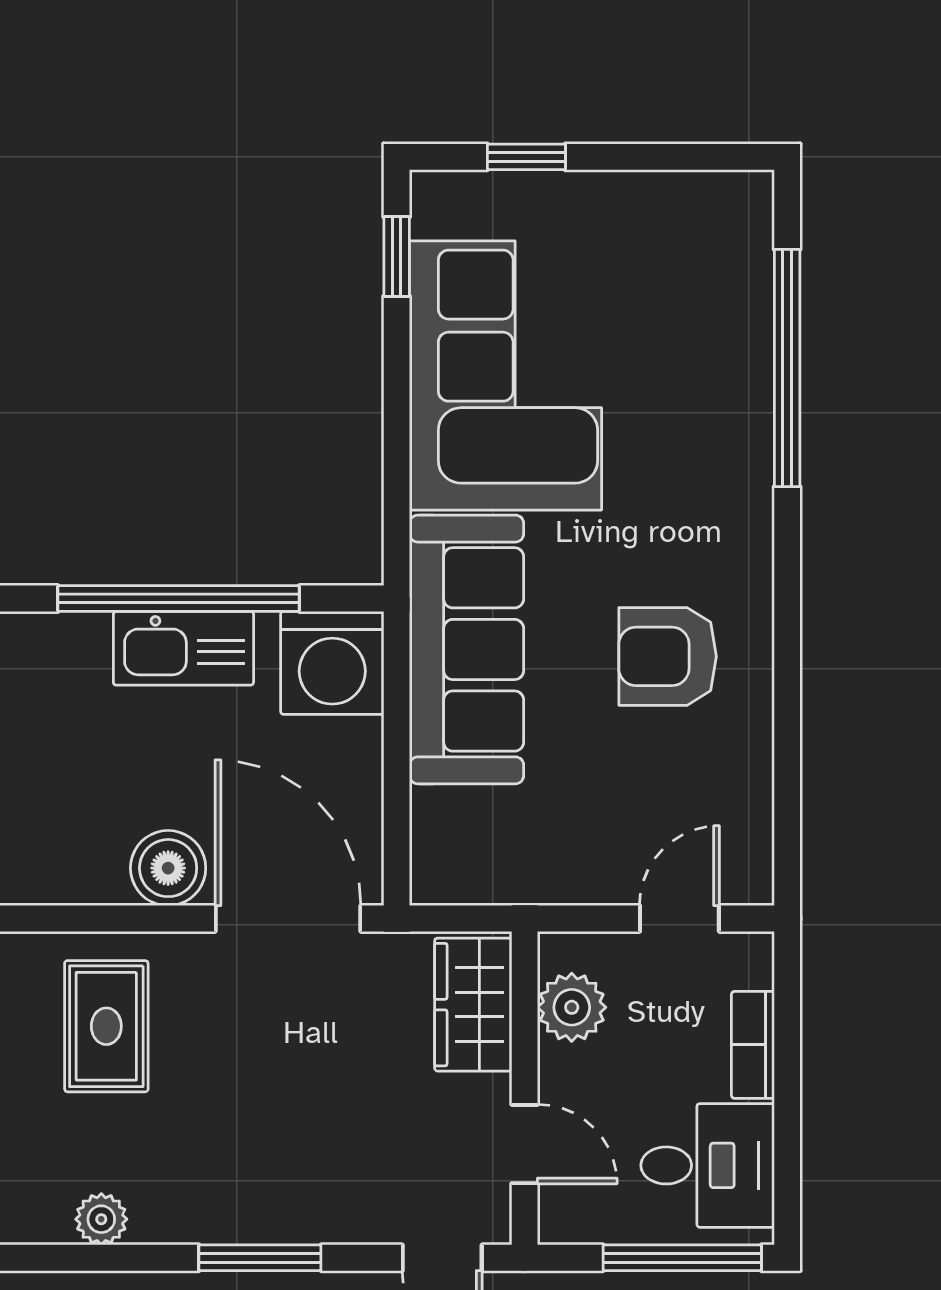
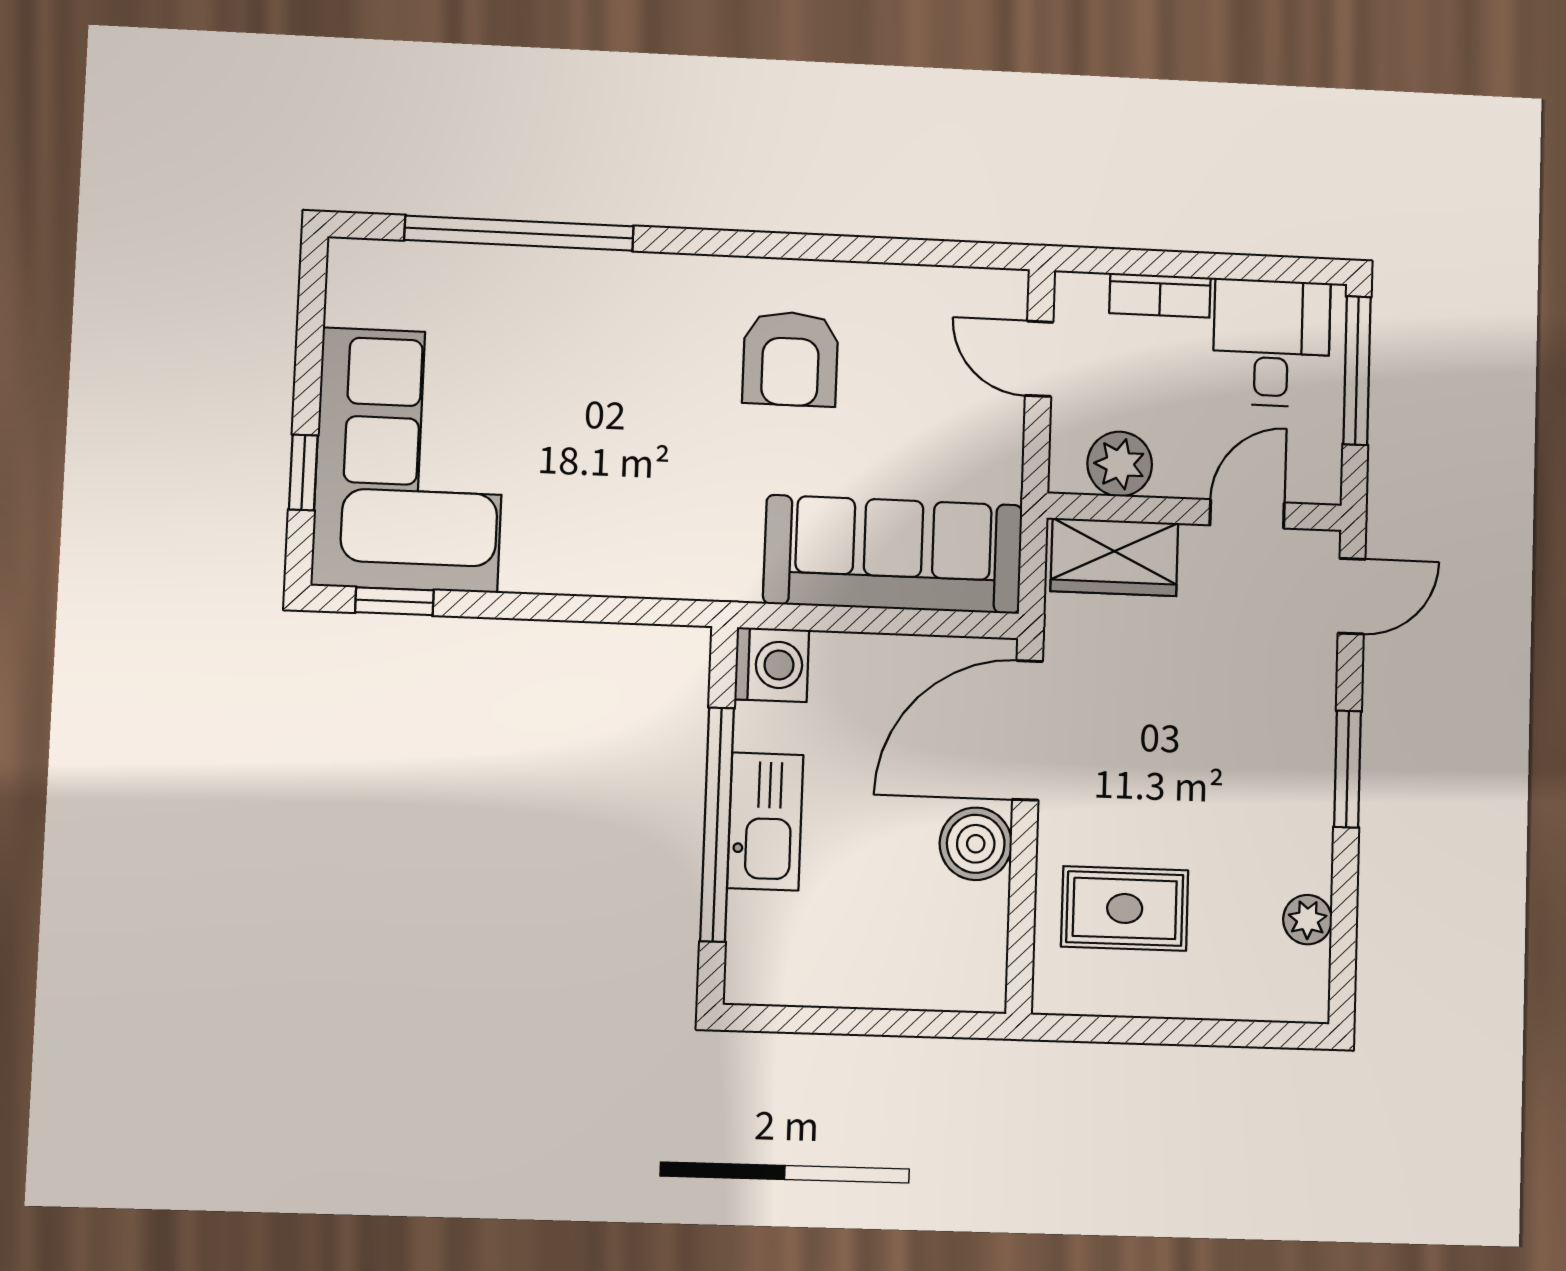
corner sofa: (505, 375) -> (410, 460), moved, turned 90
sofa: (467, 649) -> (893, 554), moved
washing machine: (332, 663) -> (772, 665), width x0.73, depth x0.73

